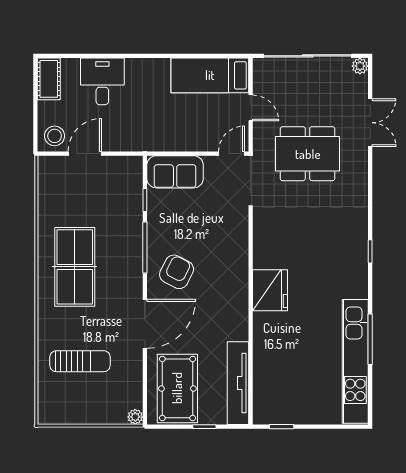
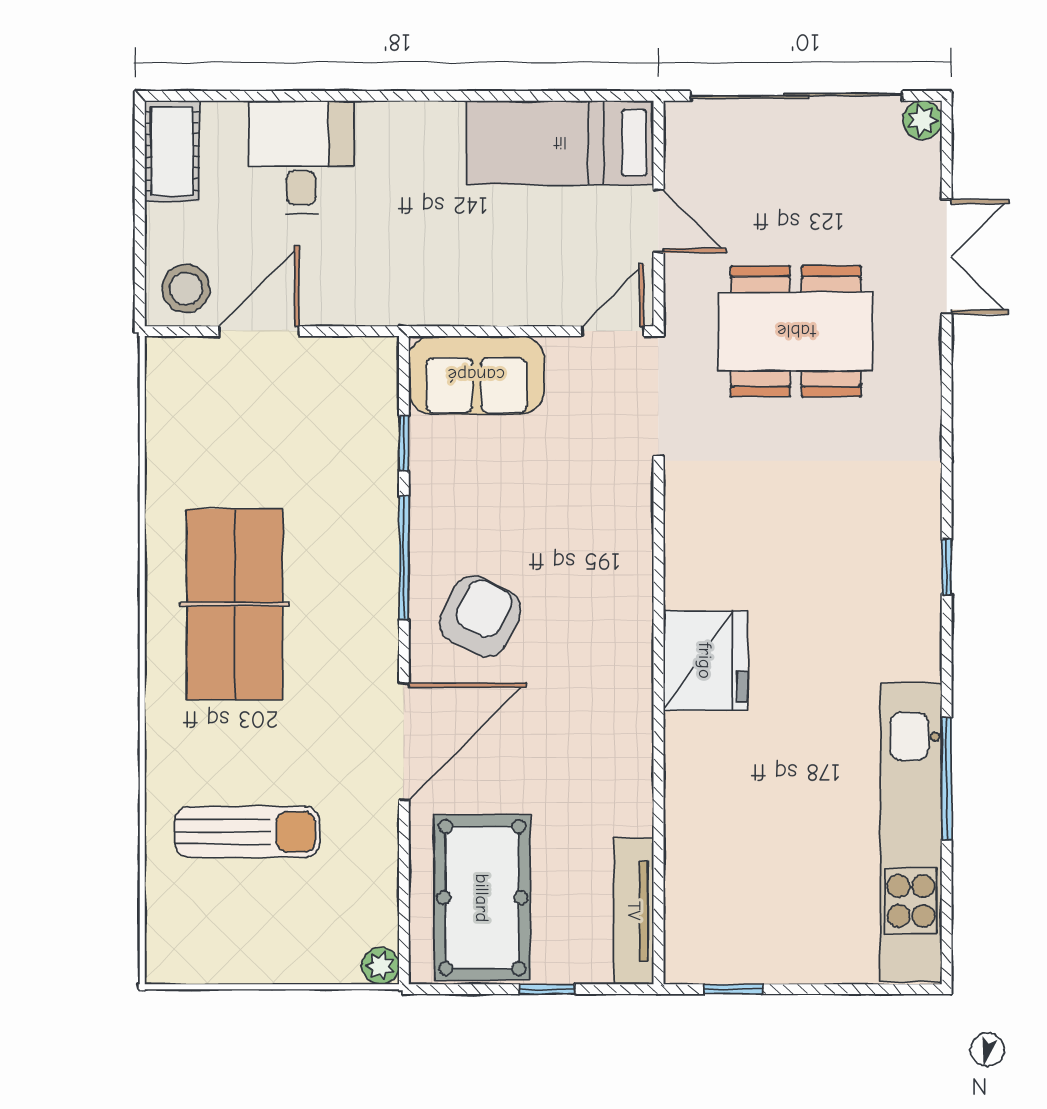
tv unit: (238, 383) -> (634, 911), width x0.73, depth x0.78

